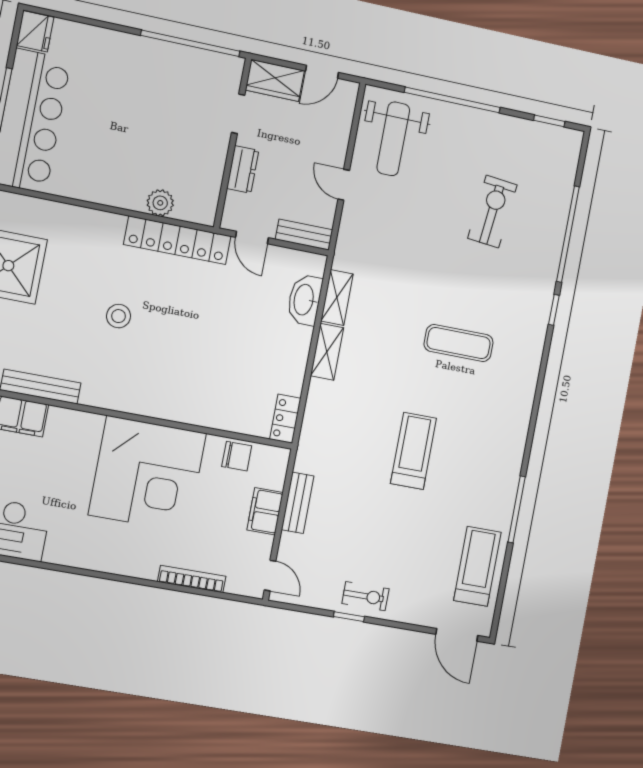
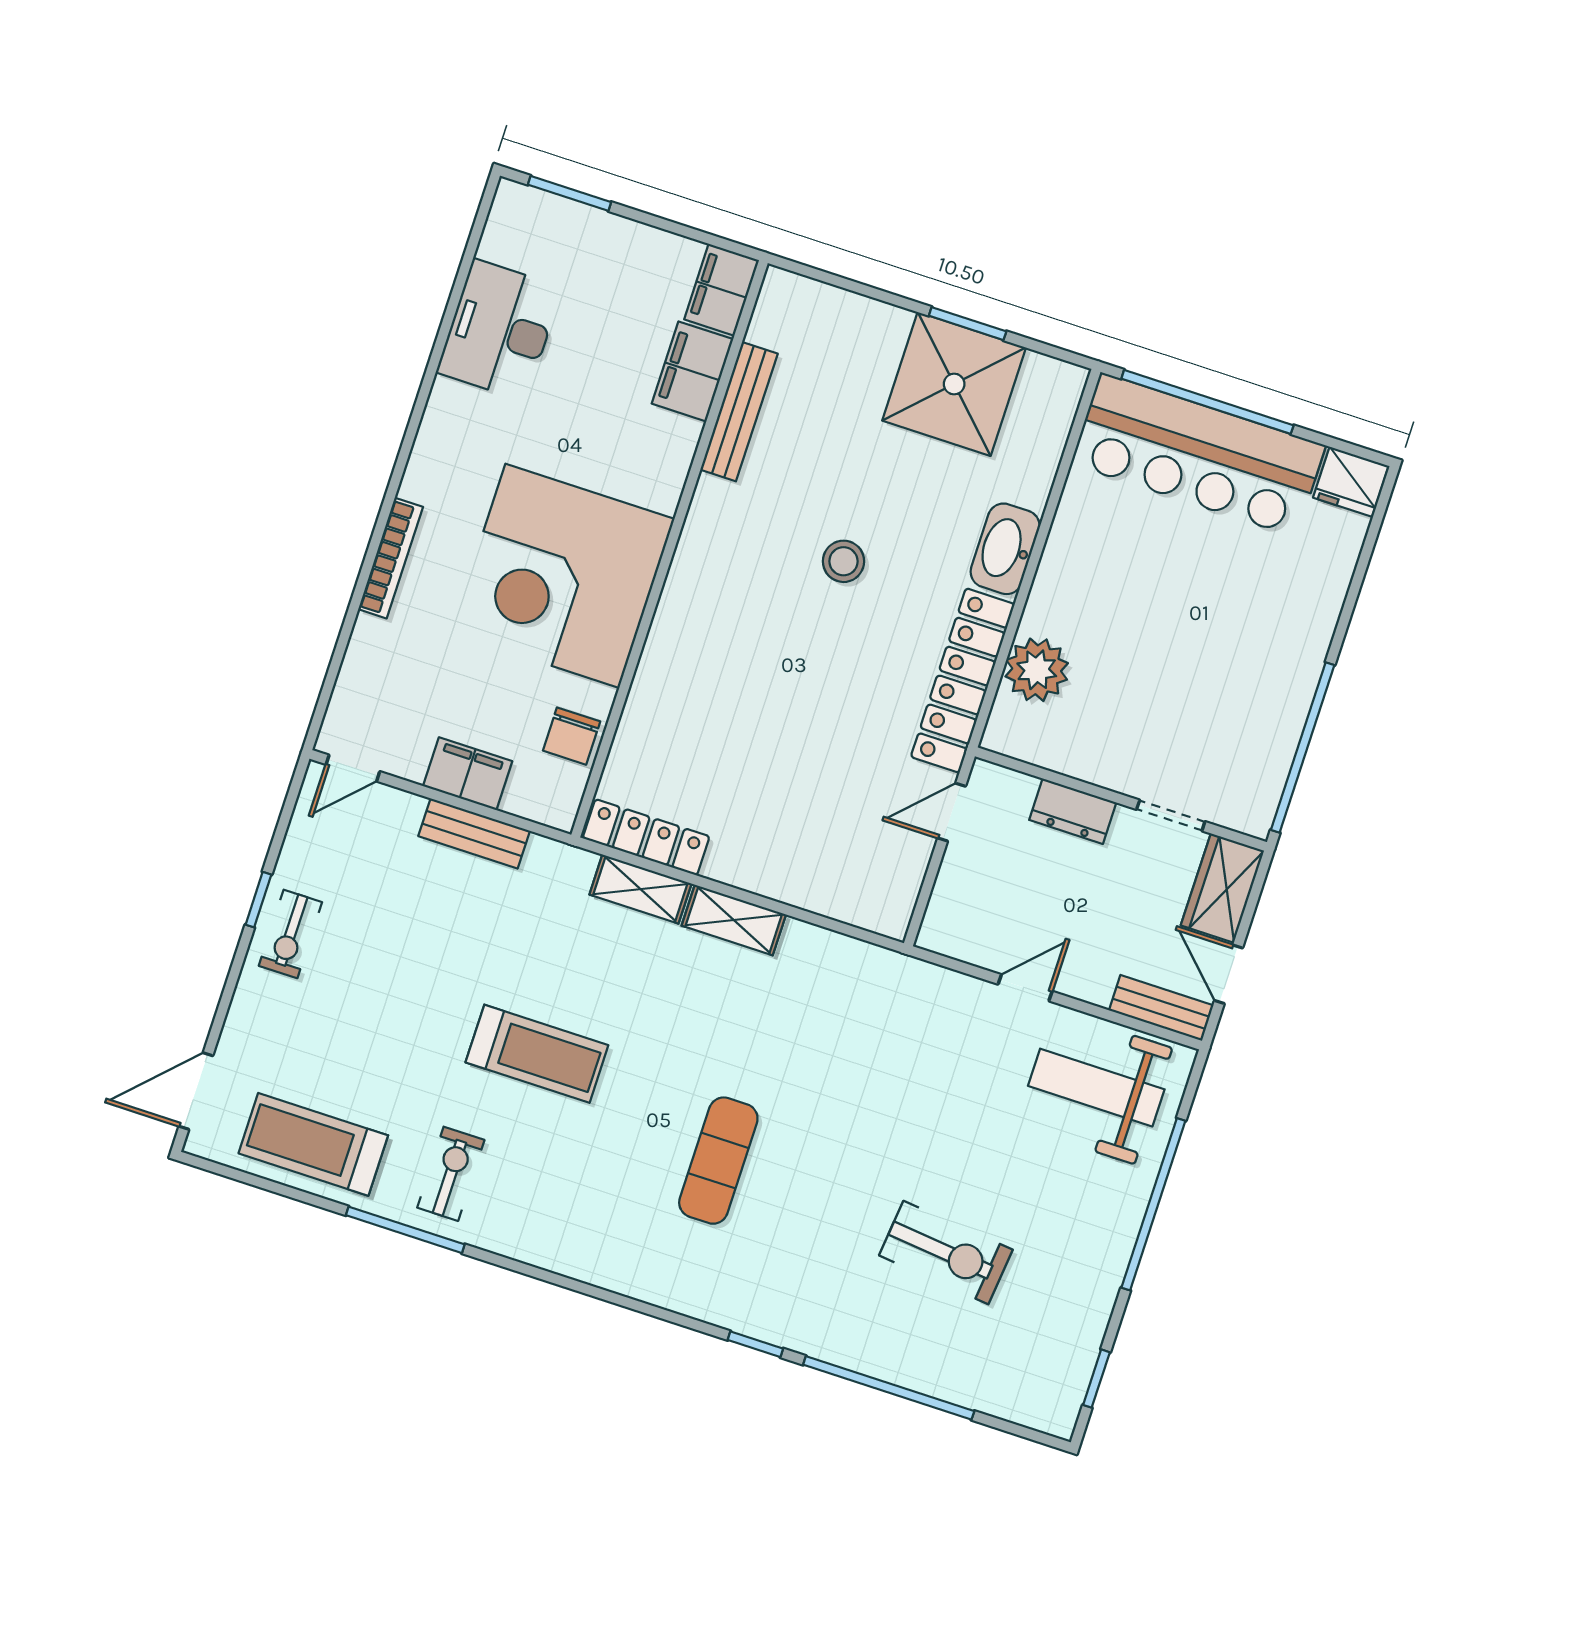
plant: (160, 203) -> (1037, 670), width x1.36, depth x1.36
bench: (304, 235) -> (1161, 1008), moved, turned 90
shelving: (337, 297) -> (640, 889), moved
washbasin: (305, 300) -> (1005, 549), moved, turned -90
locker: (285, 419) -> (646, 837), width x1.53
exercise bike: (484, 489) -> (451, 1174), added
treadmill: (477, 566) -> (313, 1144), turned 180
bookcase: (192, 579) -> (391, 558), moved

